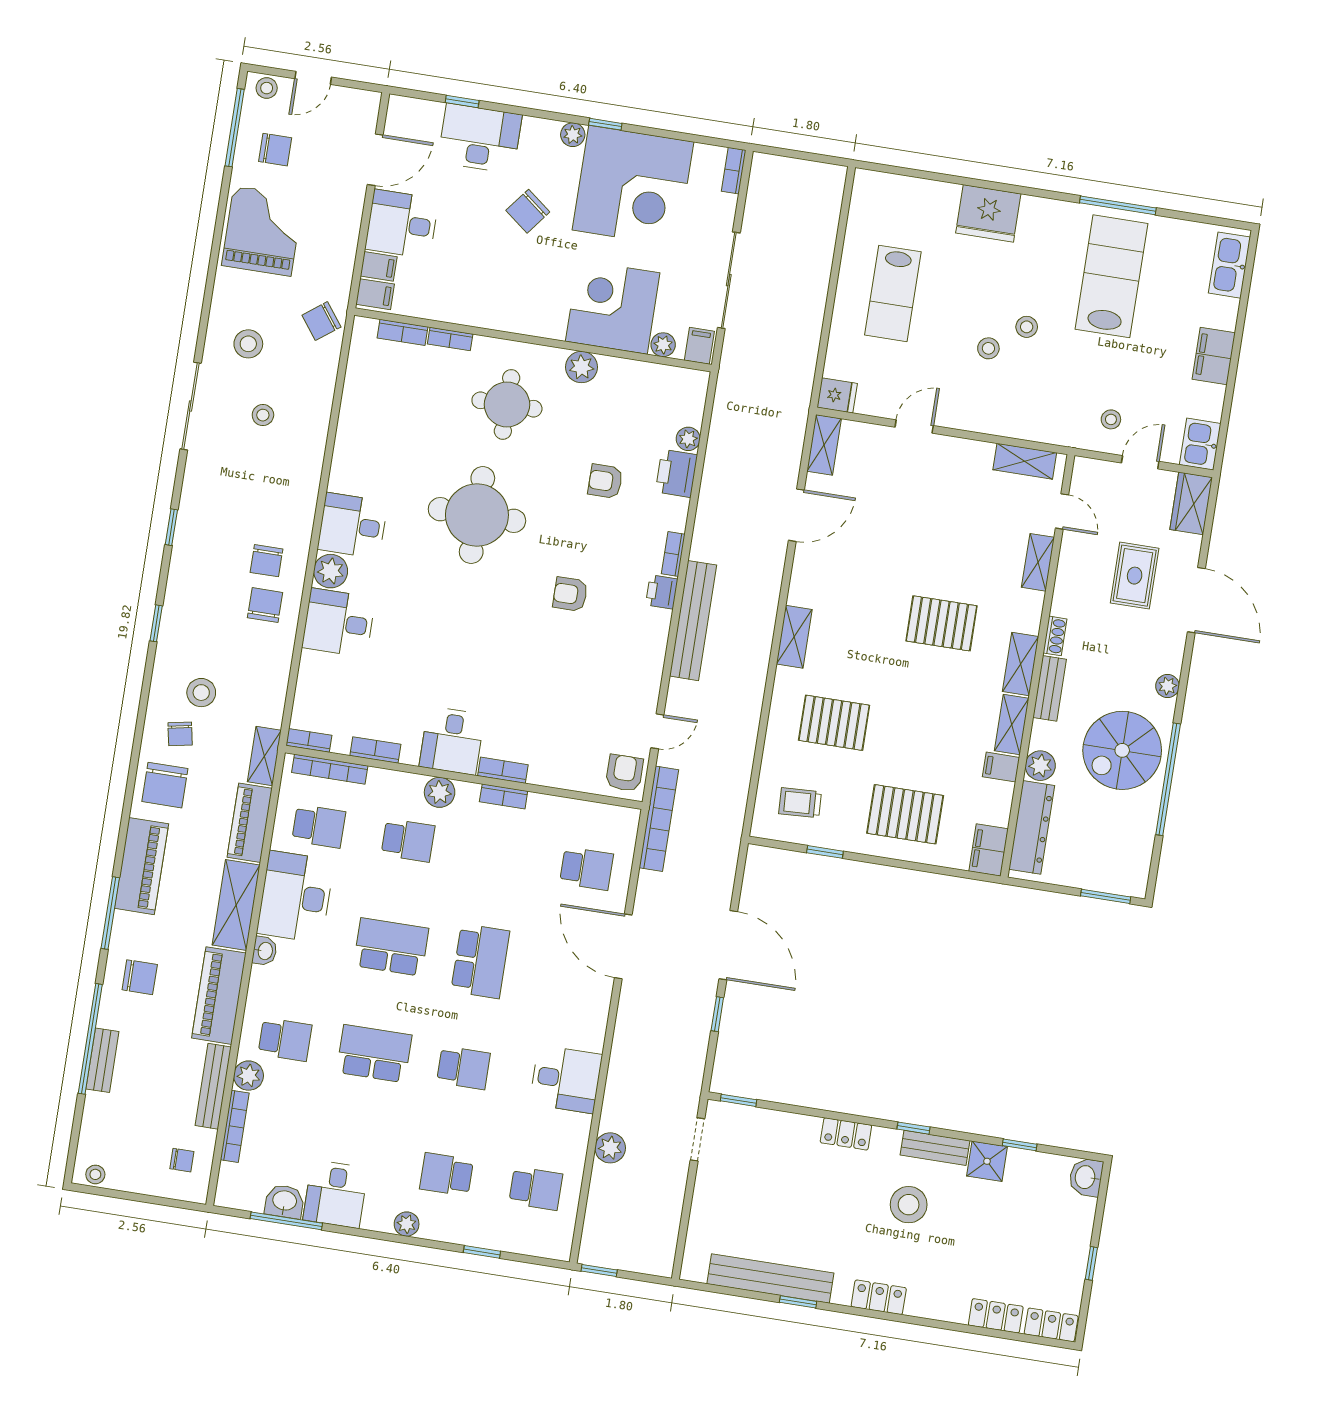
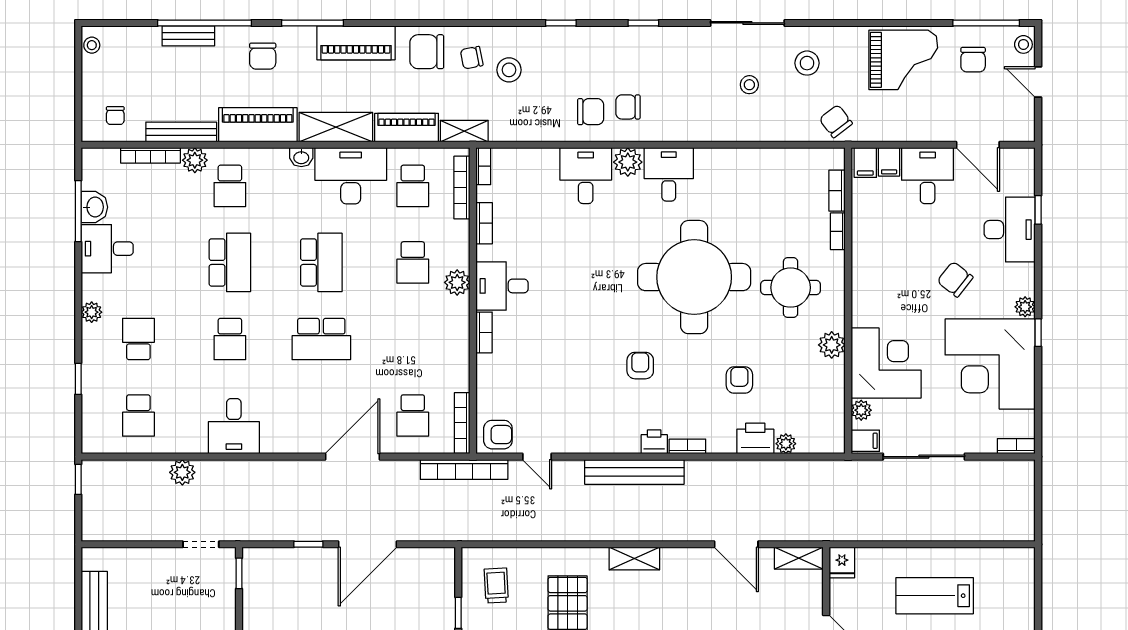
round table: (477, 515) -> (694, 277), width x1.36, depth x1.36
bookcase: (504, 796) -> (462, 423), moved, width x1.56

